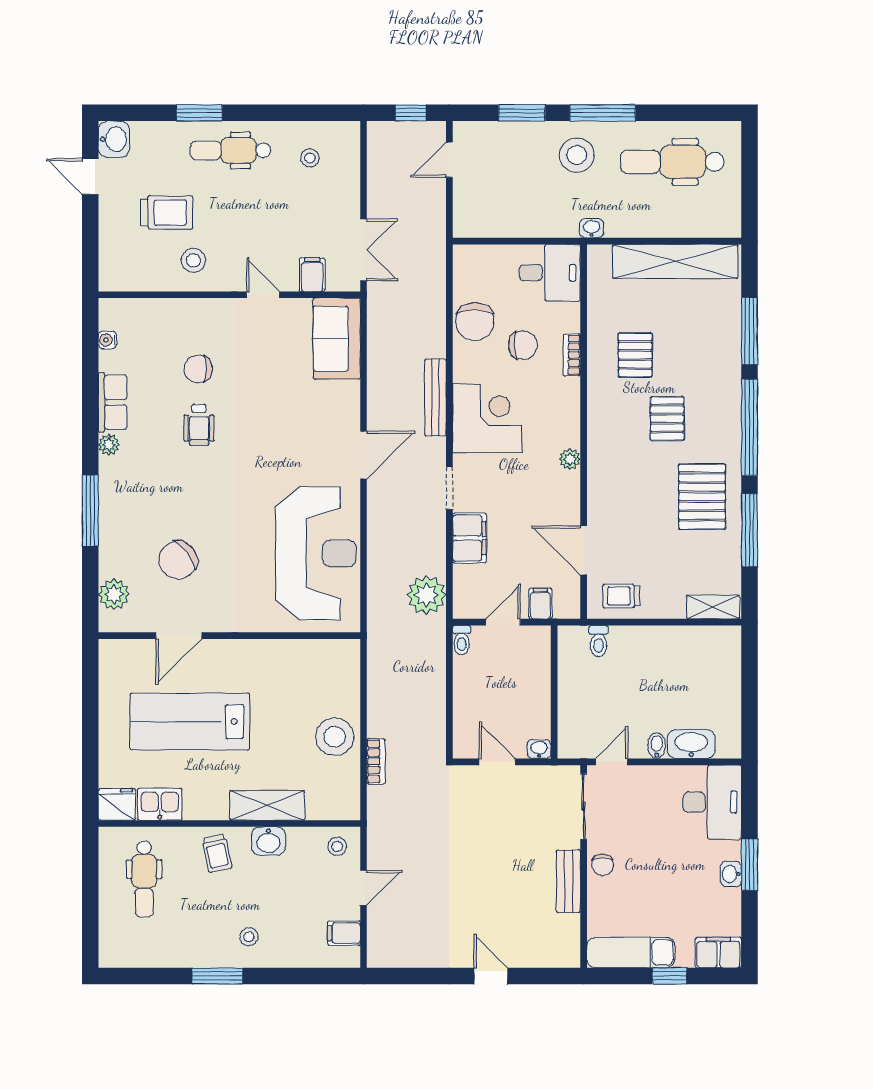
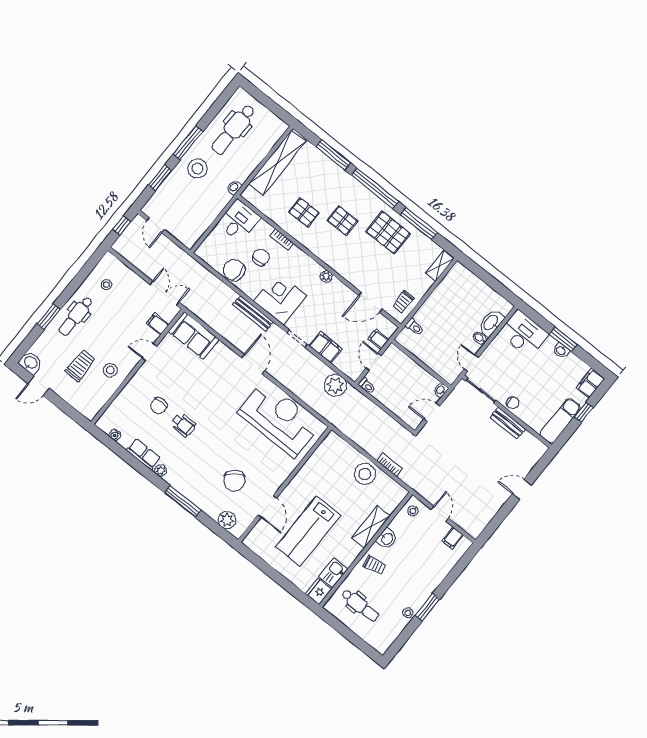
chair: (475, 322) -> (234, 270), turned 180
stool: (249, 937) -> (408, 613), moved

